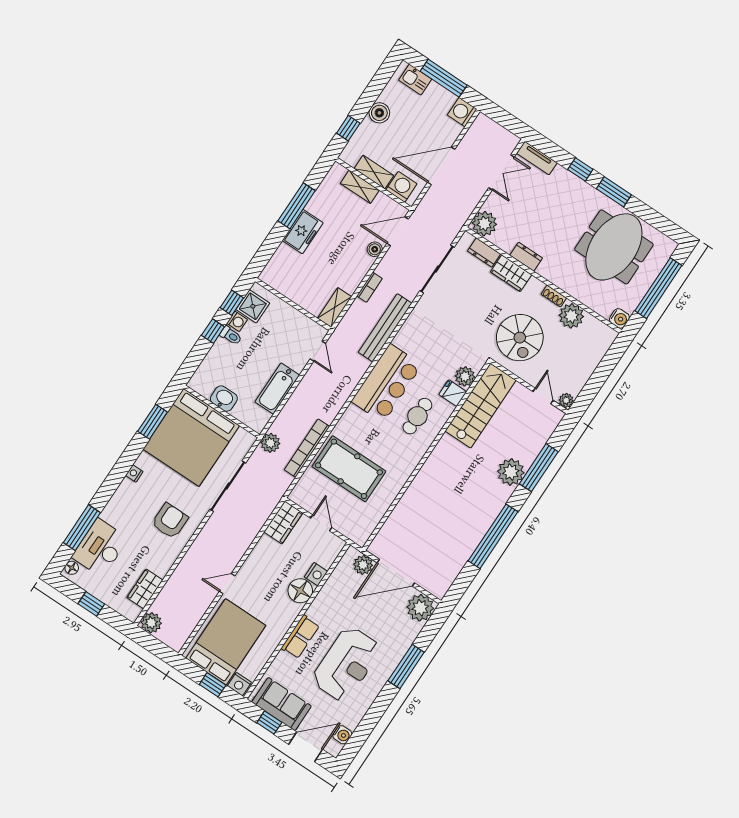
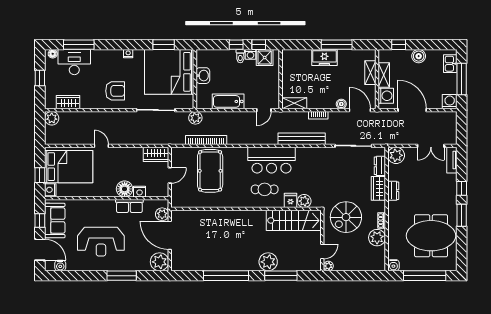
row of seats: (300, 637) -> (129, 206), moved

